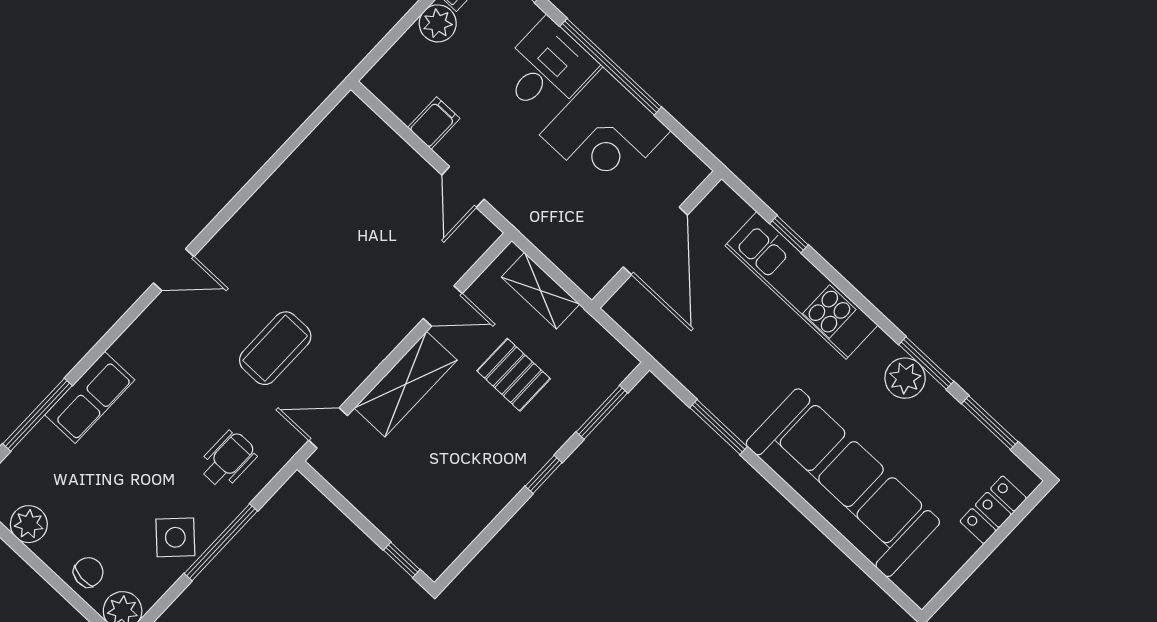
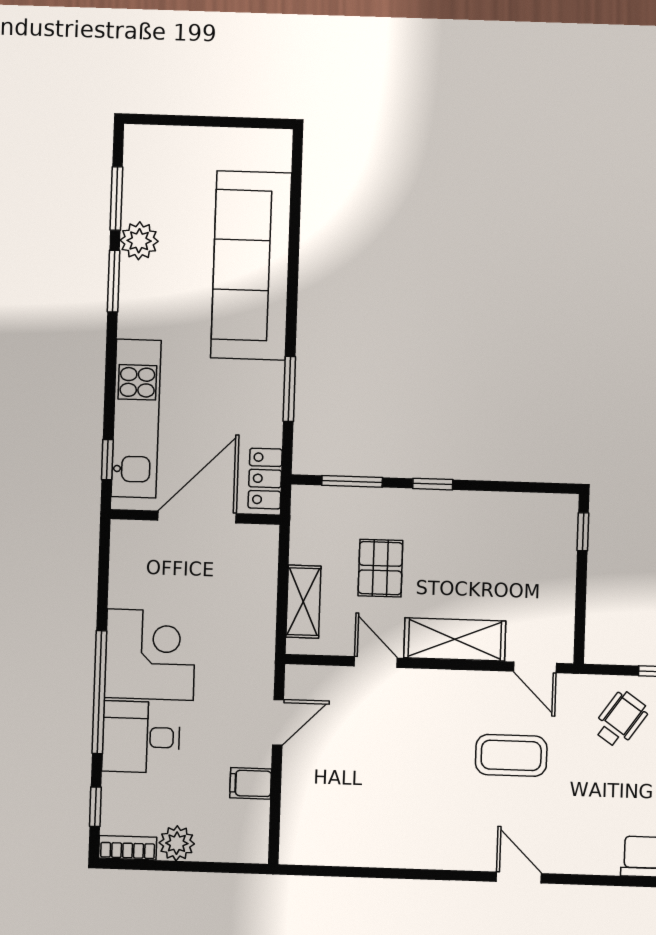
wall: (657, 239) -> (195, 517), moved
door: (655, 241) -> (197, 517), moved
plant: (905, 378) -> (139, 241), moved
wheelchair: (228, 460) -> (621, 719), turned 125
locker: (993, 510) -> (265, 479), moved, turned 90

